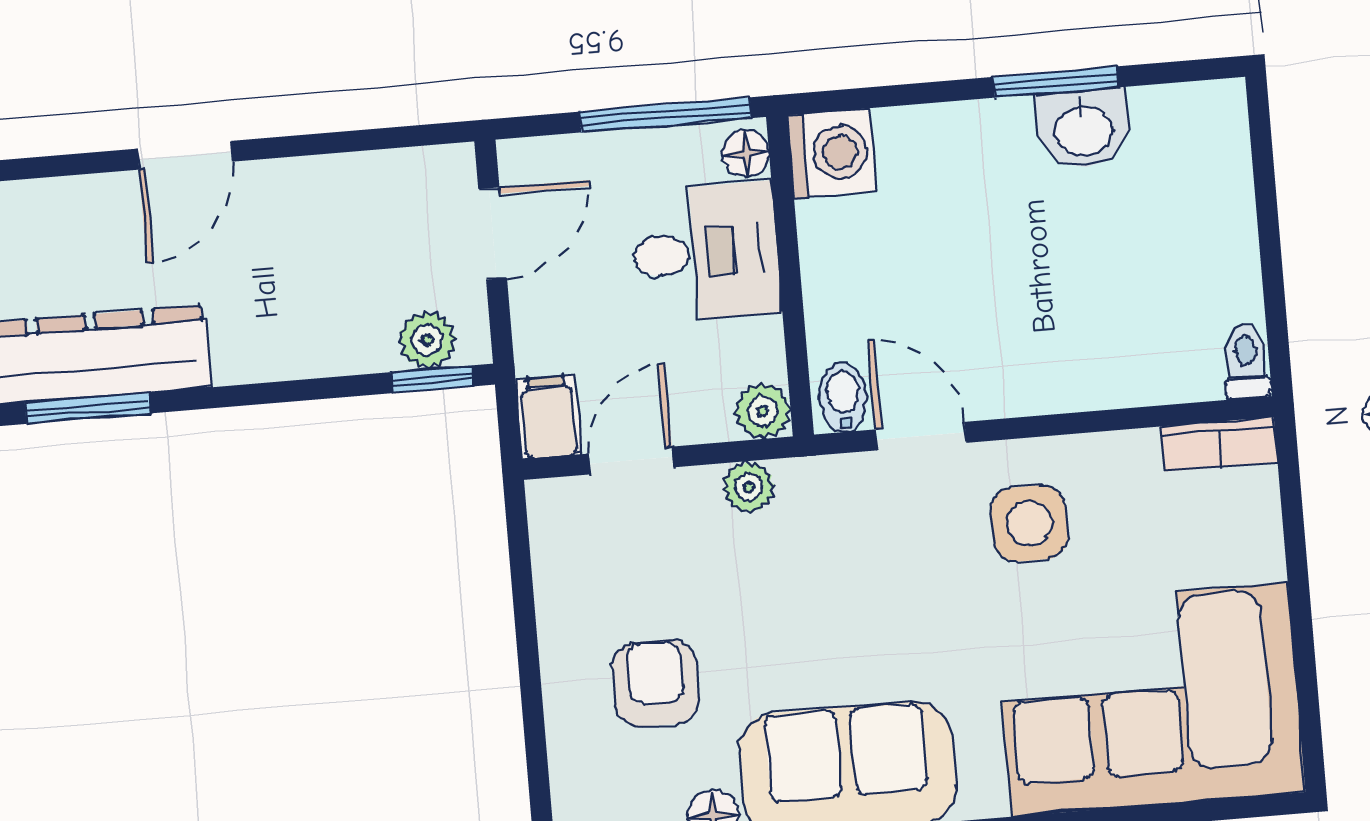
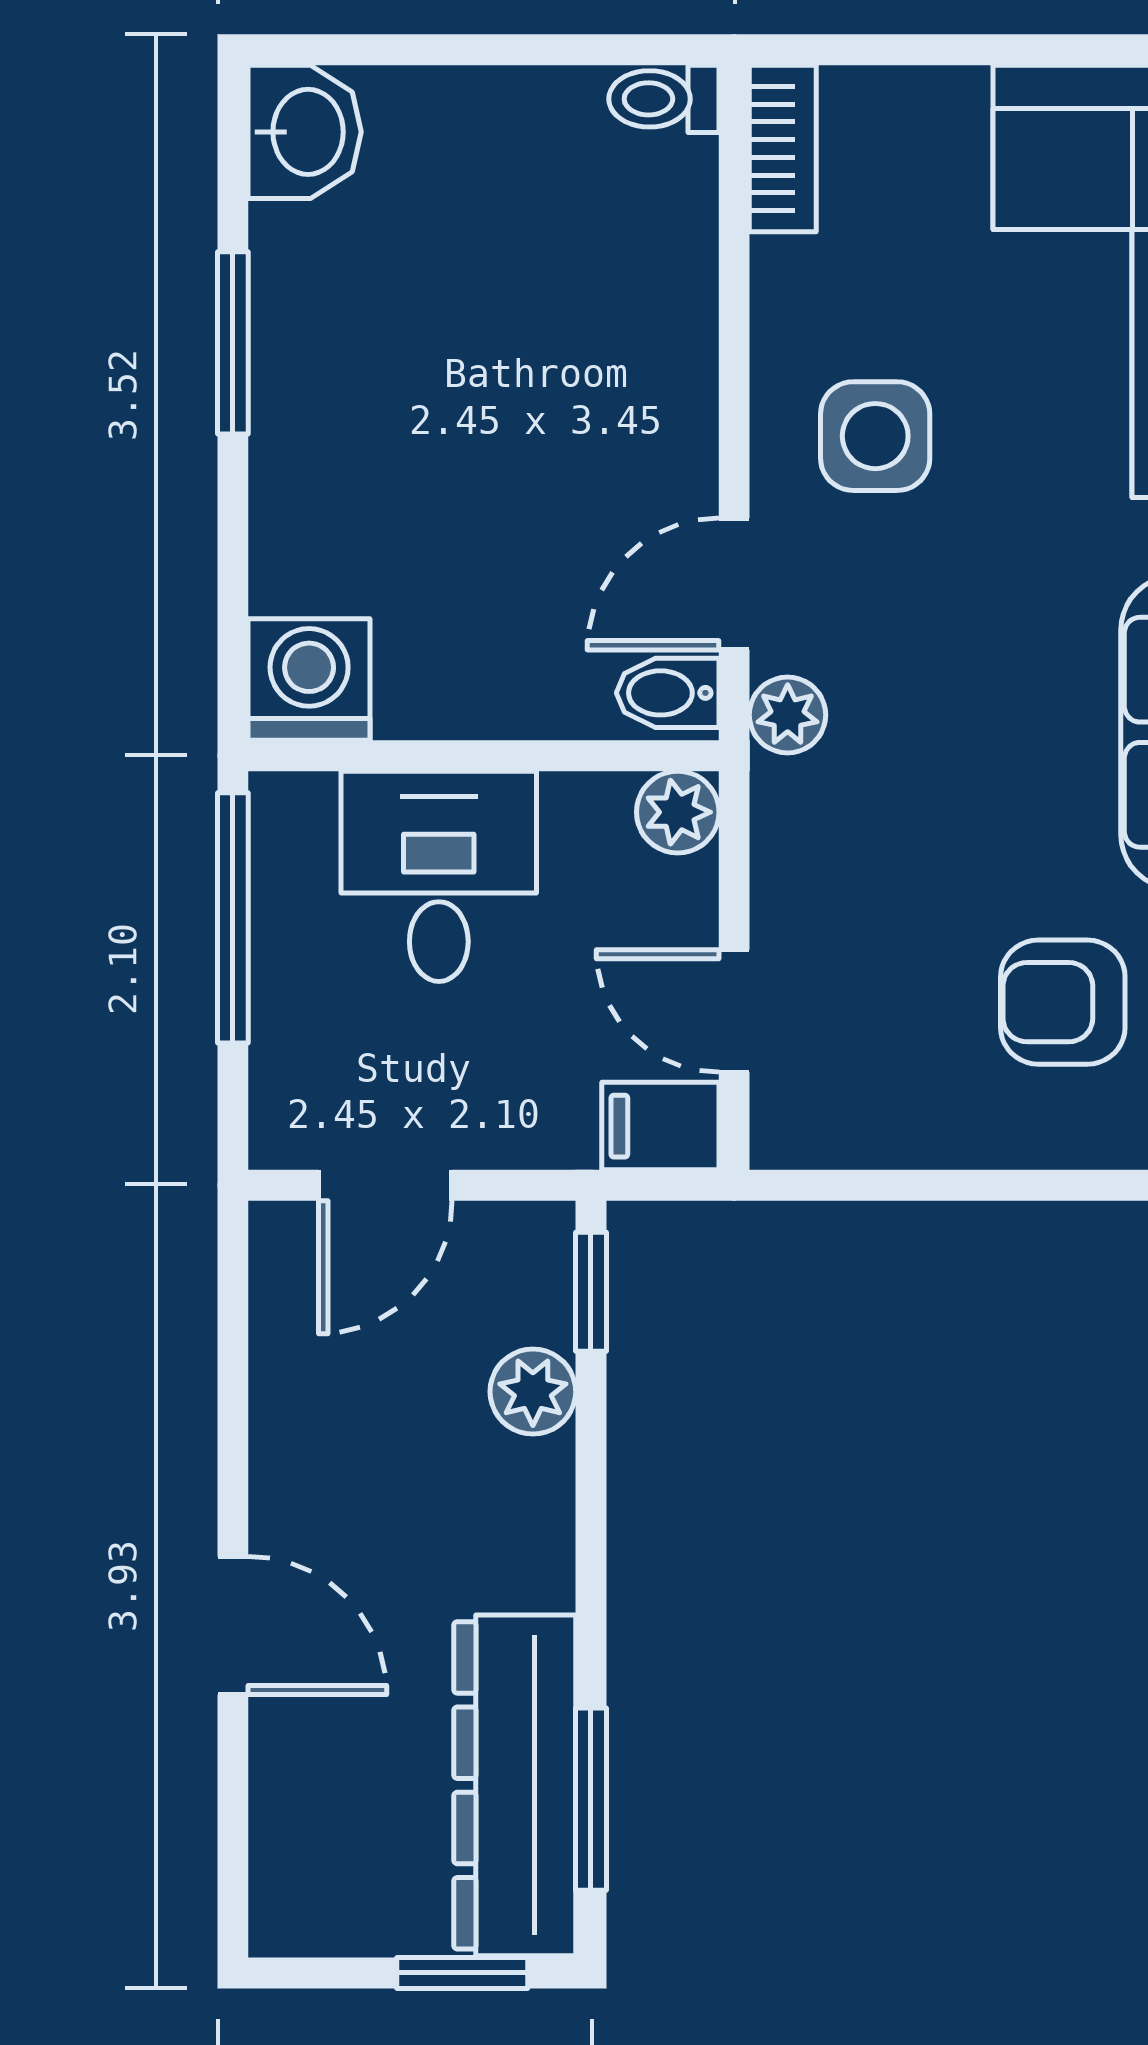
washbasin: (1083, 129) -> (305, 132), moved
floor lamp: (746, 153) -> (298, 806), removed
door: (493, 234) -> (385, 1185), swing flipped
plant: (427, 340) -> (533, 1392), moved
plant: (749, 487) -> (788, 715), moved

